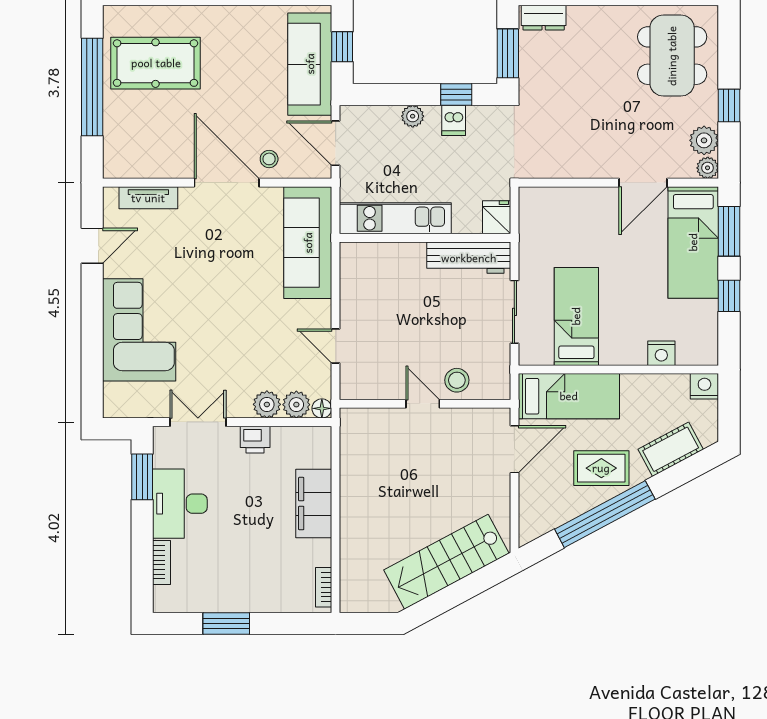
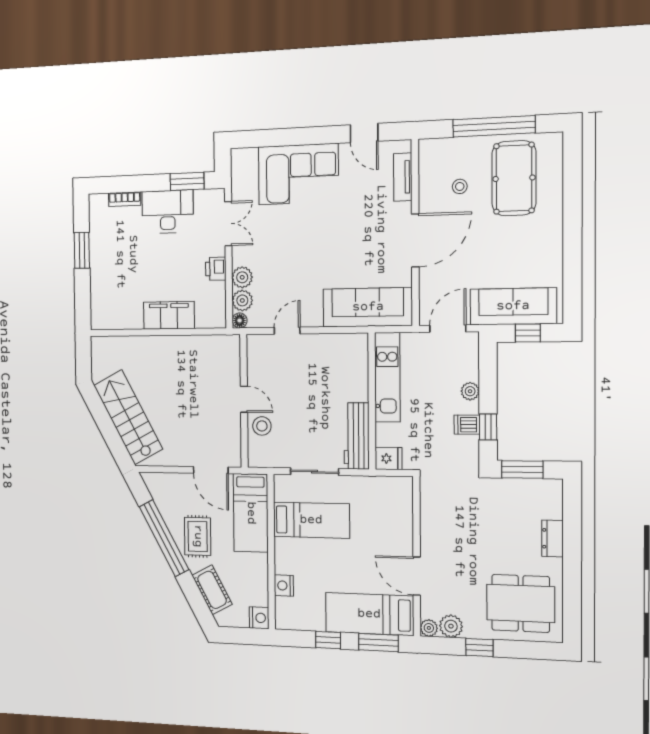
dresser: (544, 18) -> (552, 539), moved
stool: (269, 159) -> (460, 186), moved
door: (423, 404) -> (244, 399), hinge flipped
bookcase: (324, 587) -> (109, 324), removed

